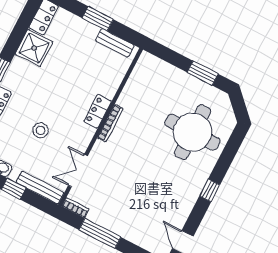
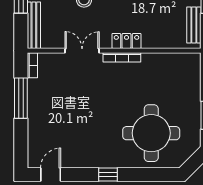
double door: (78, 171) -> (82, 51), moved

